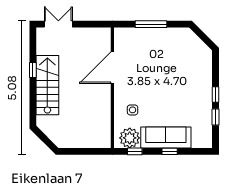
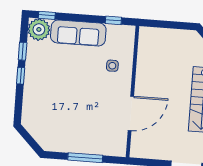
plant: (130, 138) -> (39, 29), moved
window: (170, 151) -> (47, 15), moved

